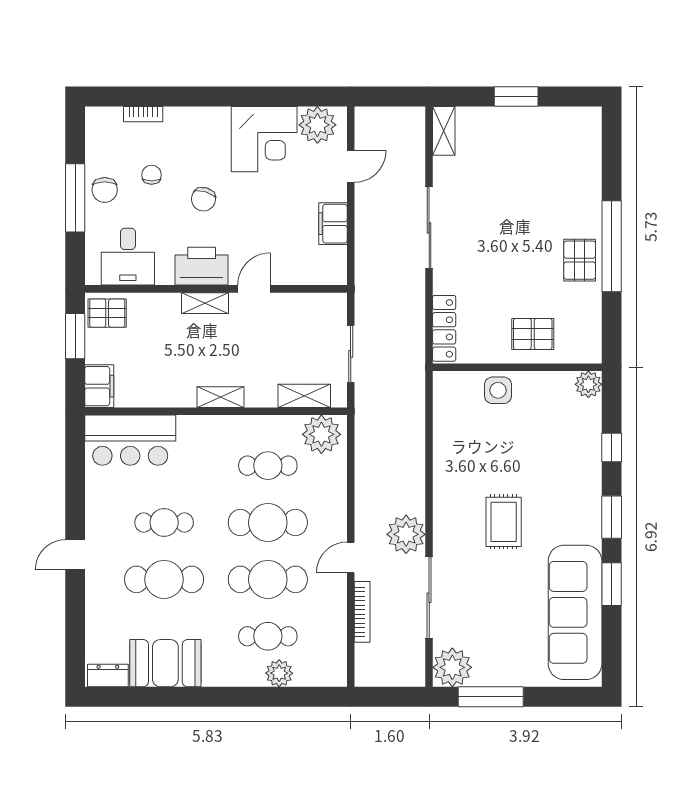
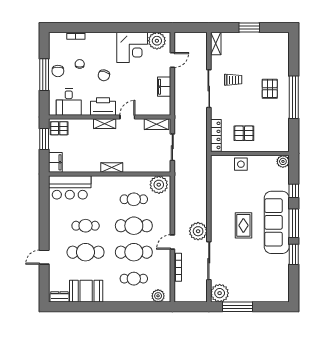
trolley: (481, 209) -> (233, 80), added
pallet: (580, 260) -> (270, 89), moved
pallet: (533, 334) -> (244, 133), moved
shelving: (304, 396) -> (157, 124), moved
window: (612, 517) -> (294, 223), width x1.44
door: (75, 555) -> (44, 257), moved
sofa: (575, 612) -> (277, 222), moved
plant: (279, 673) -> (158, 296), moved

